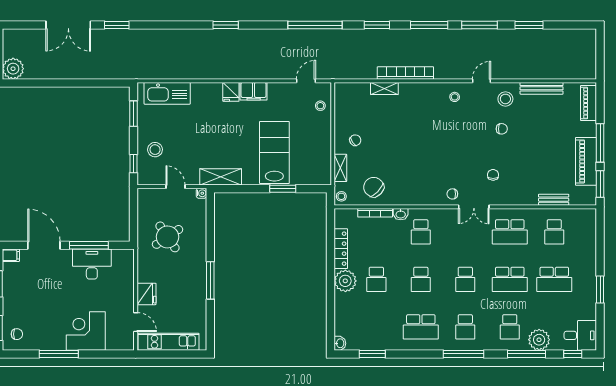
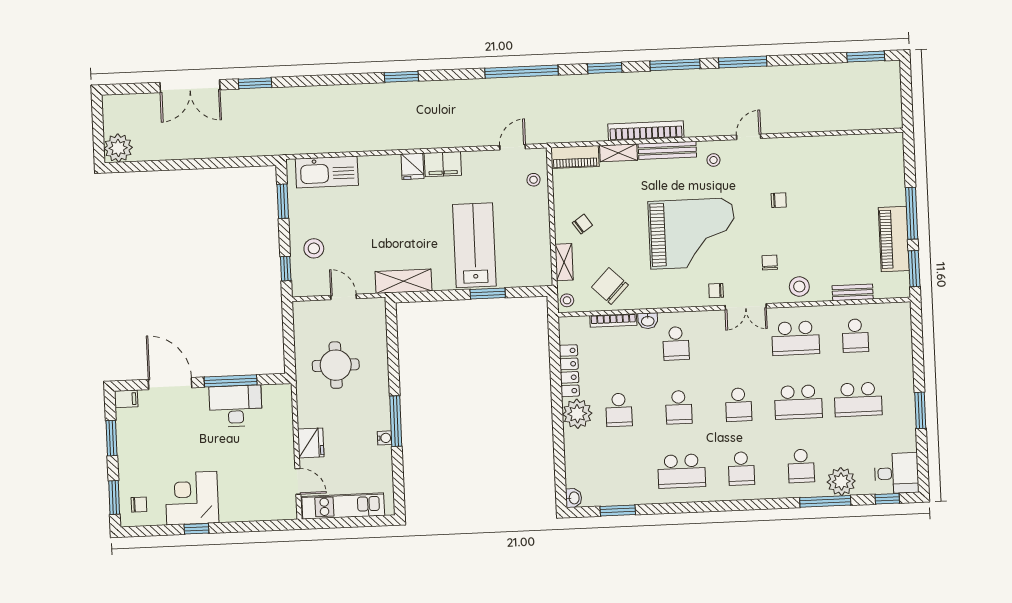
window: (529, 25) -> (866, 57), moved
bench: (542, 88) -> (667, 150), moved
stool: (505, 99) -> (799, 287), moved
piano: (589, 103) -> (575, 157), moved, turned -90
grand piano: (436, 151) -> (692, 233), added
water cooler: (201, 193) -> (385, 438), moved
round table: (168, 237) -> (336, 365), turned 34
corner desk: (86, 331) -> (192, 498), moved
window: (59, 354) -> (196, 529), width x0.46
window: (463, 354) -> (740, 505), removed

